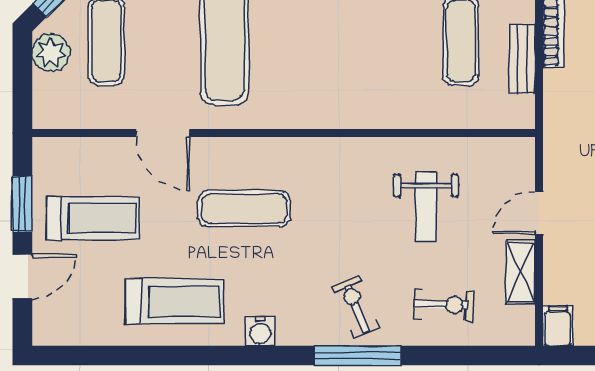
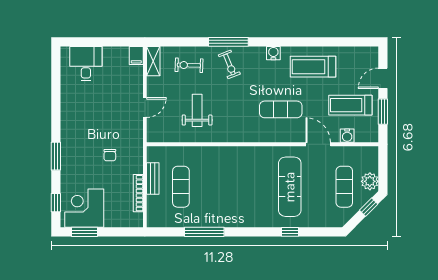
water cooler: (100, 152) -> (347, 136), added
shelving: (521, 272) -> (153, 61), moved

